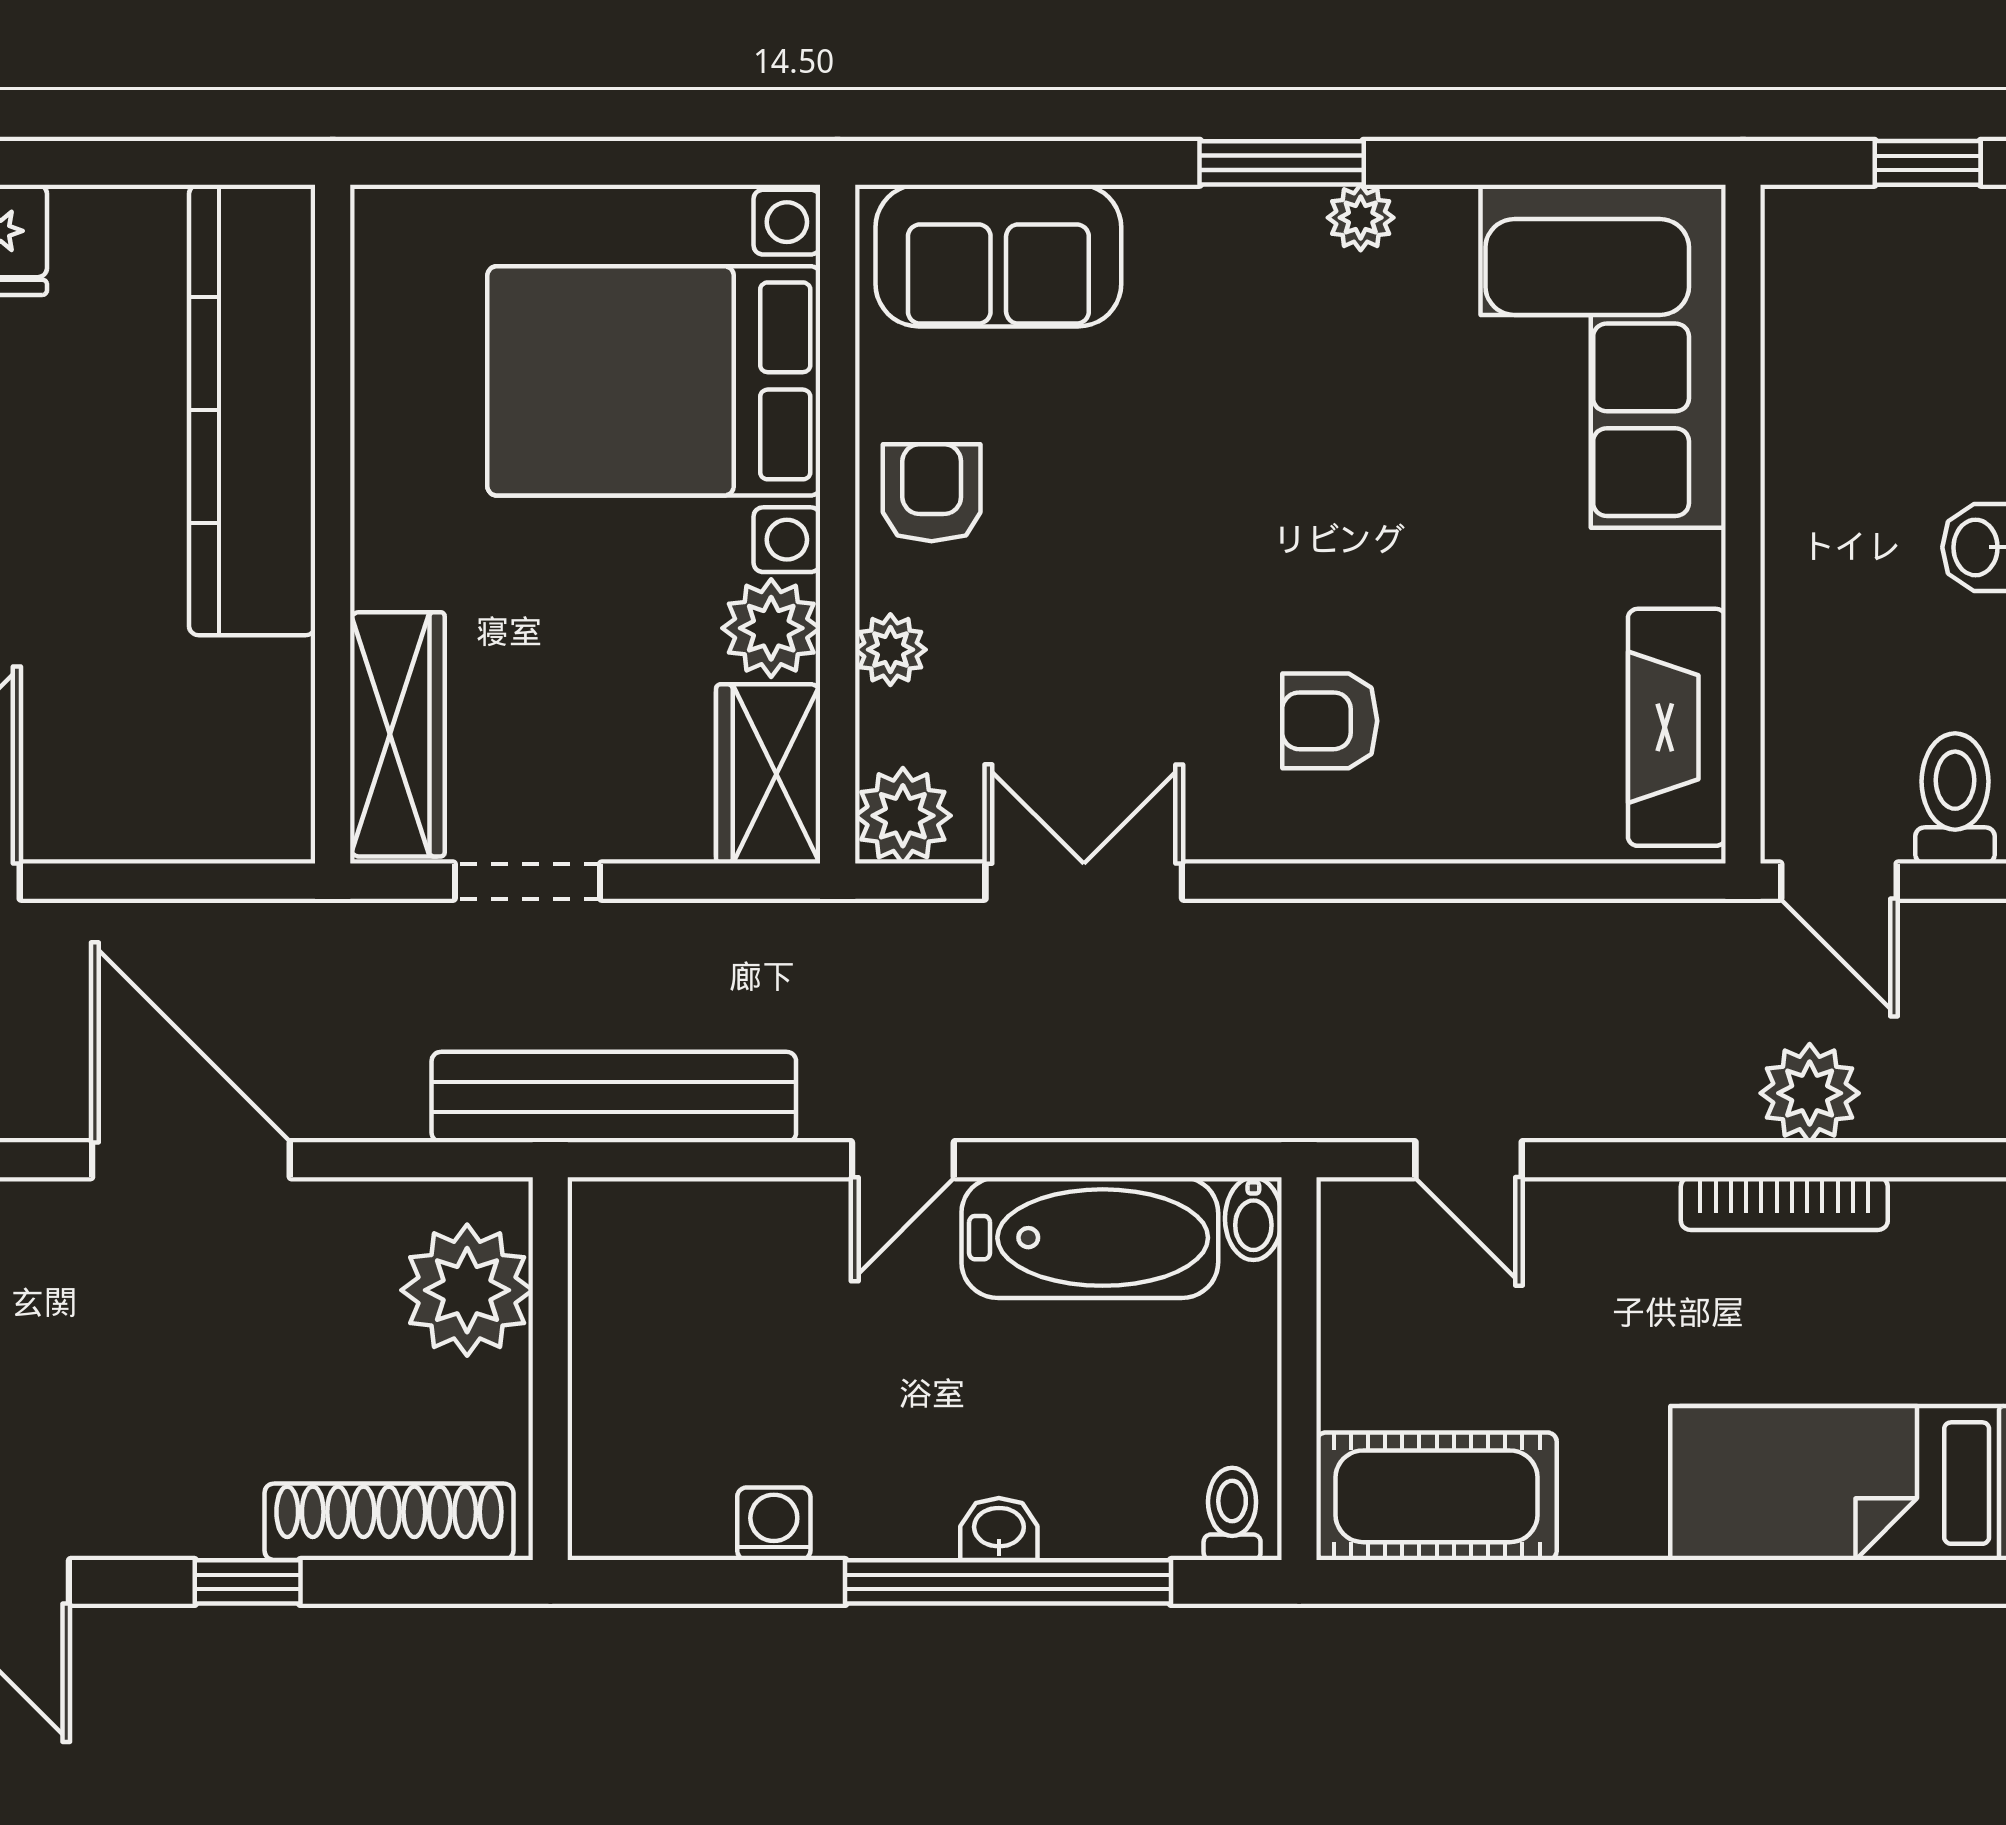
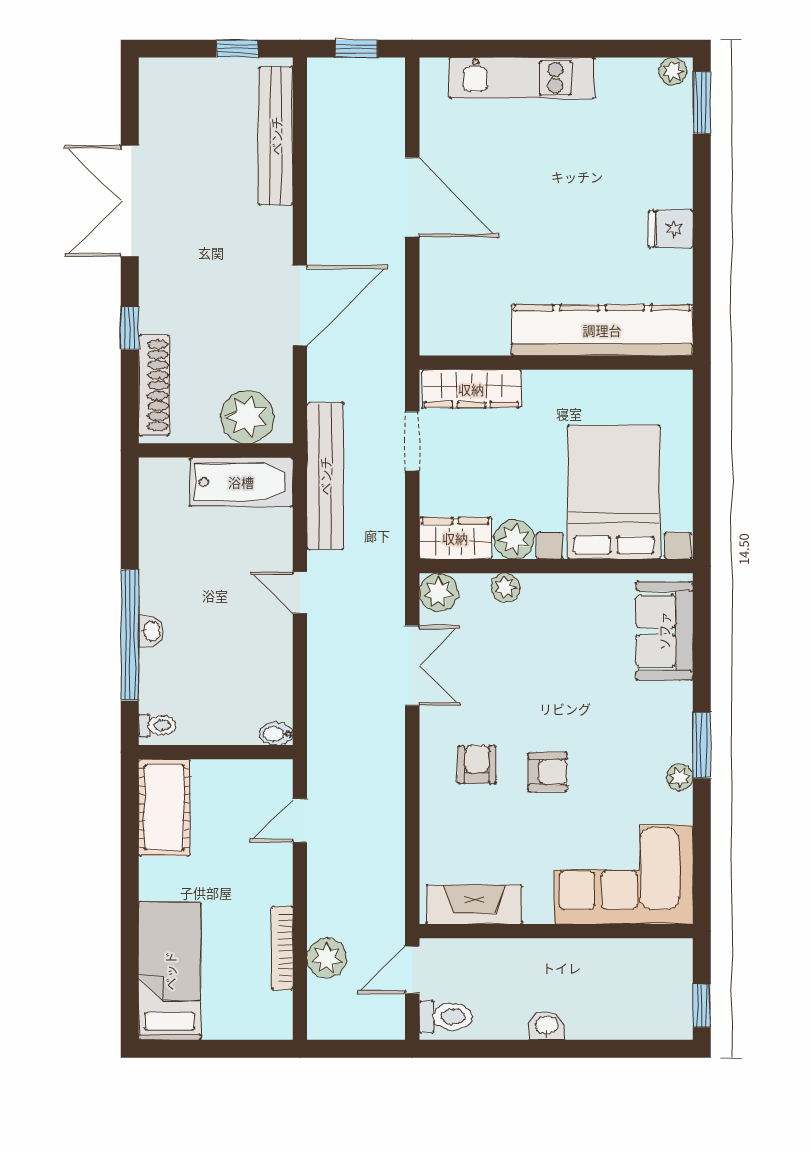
armchair: (932, 493) -> (548, 772), moved
bathtub: (1090, 1238) -> (241, 482), moved, turned -90
washing machine: (774, 1524) -> (153, 541), removed

